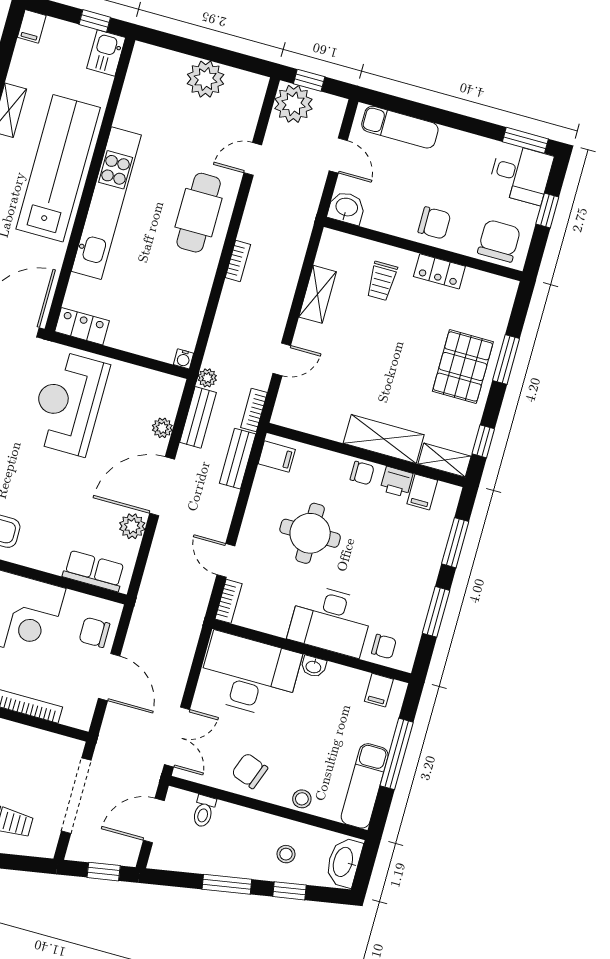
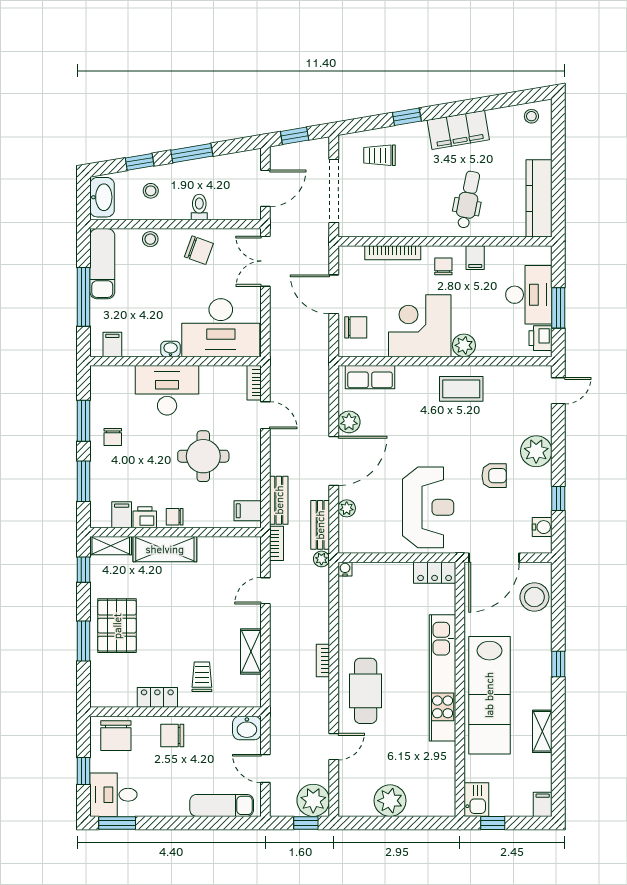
chair: (384, 646) -> (113, 437), moved, turned -90
toilet: (204, 811) -> (199, 207), moved

